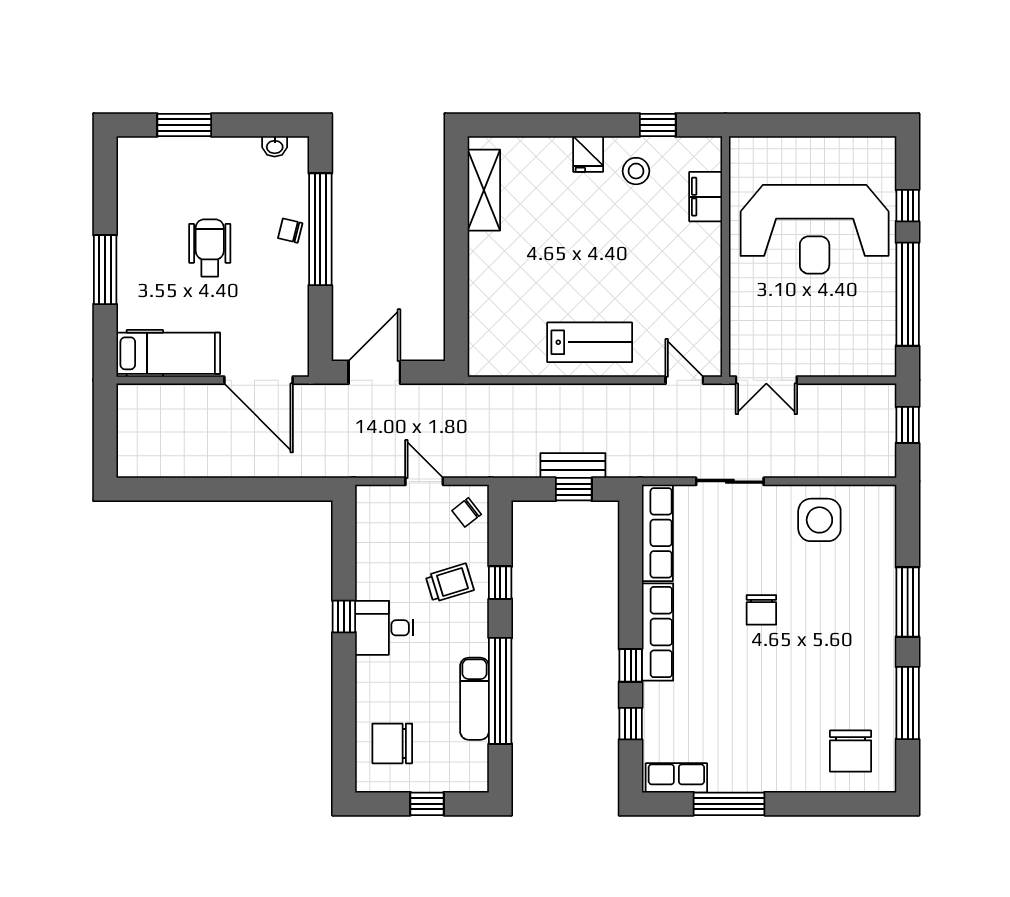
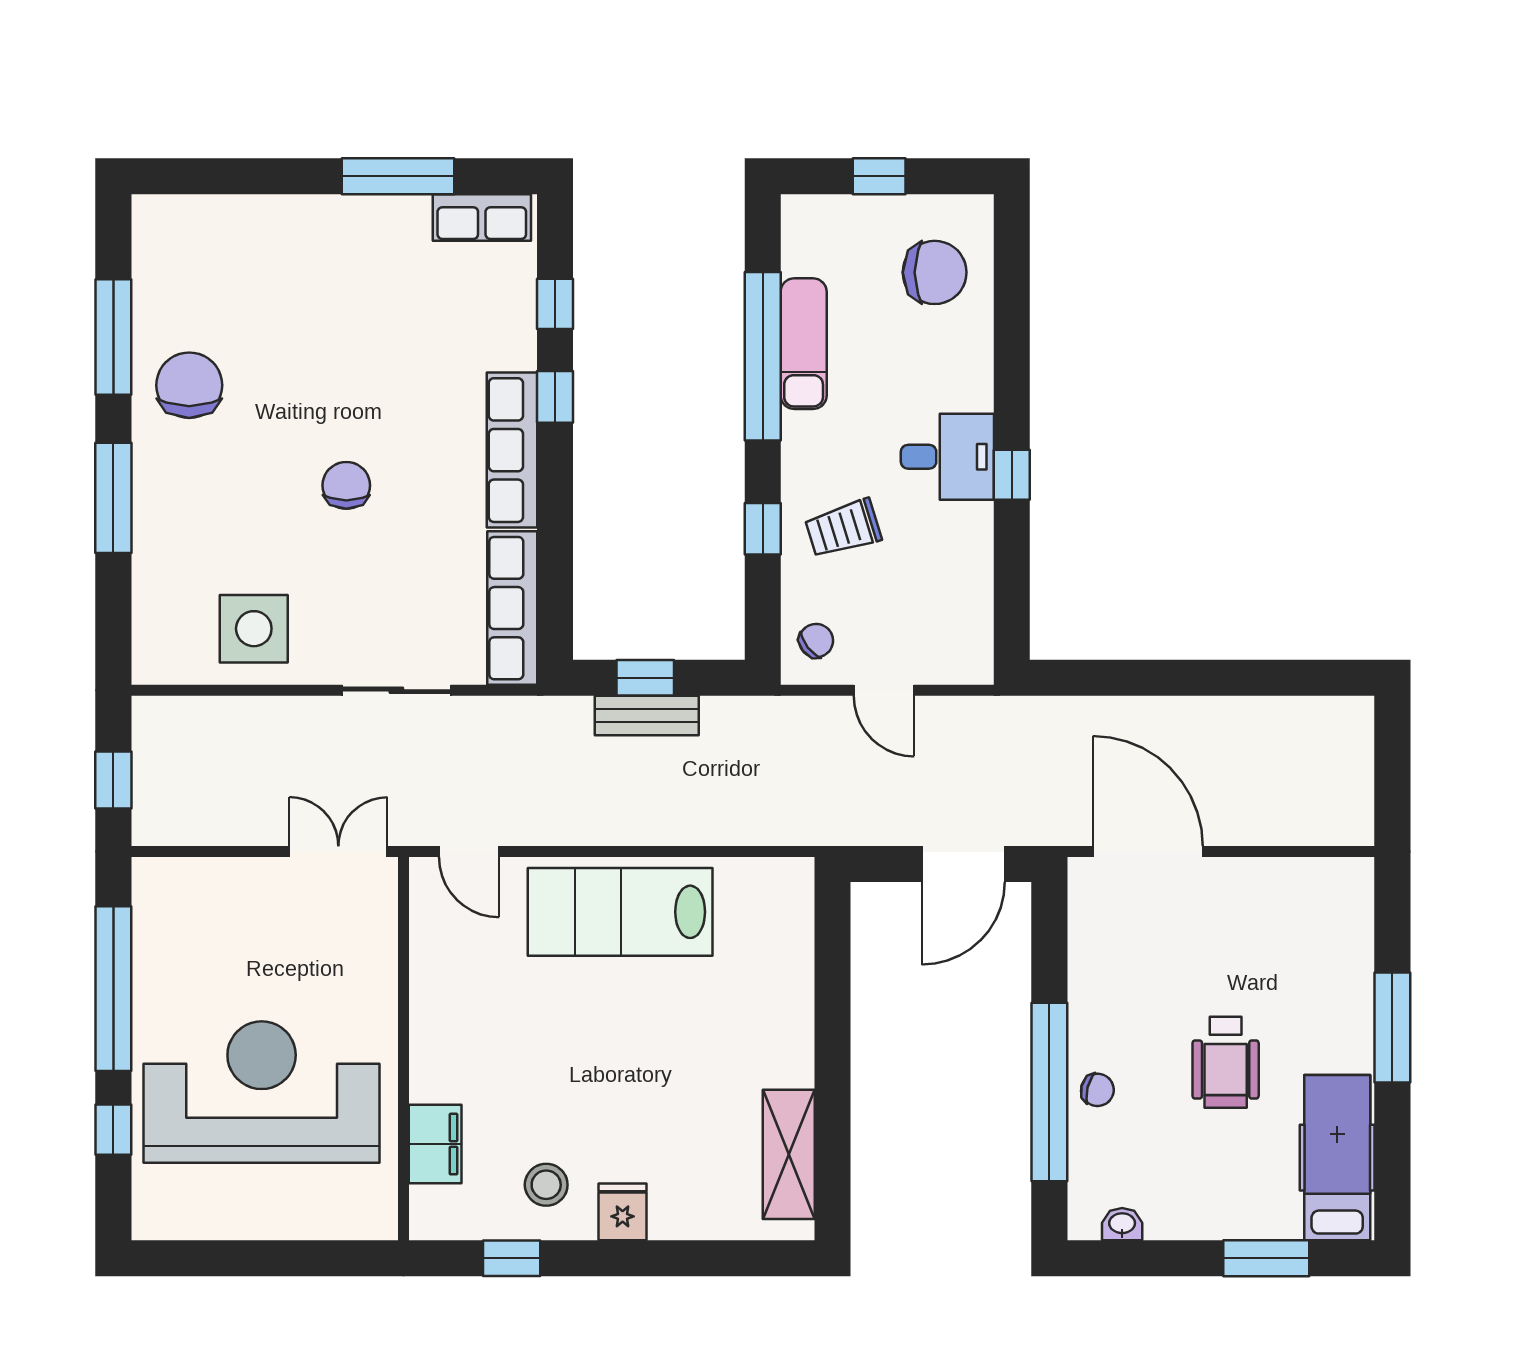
lab bench: (590, 342) -> (620, 912), width x1.36, depth x1.39
hospital bed: (168, 353) -> (1337, 1158), moved, turned 90
chair: (851, 751) -> (189, 385), moved

